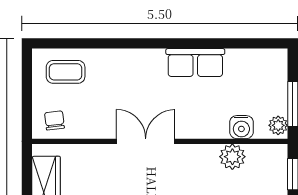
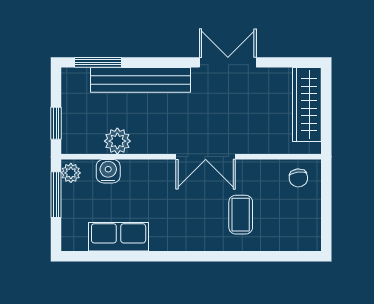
row of seats: (195, 63) -> (119, 237), moved
coffee table: (66, 72) -> (241, 215), moved, turned 90

